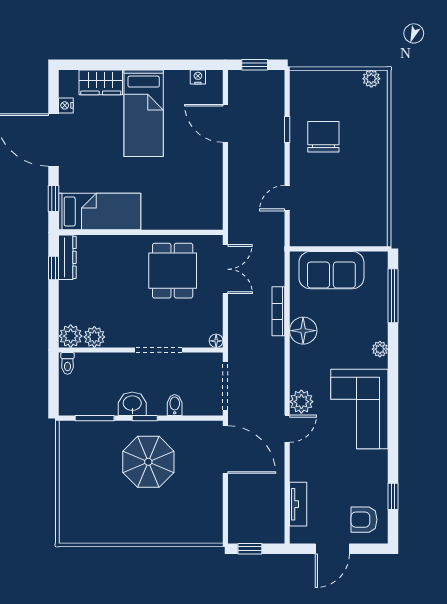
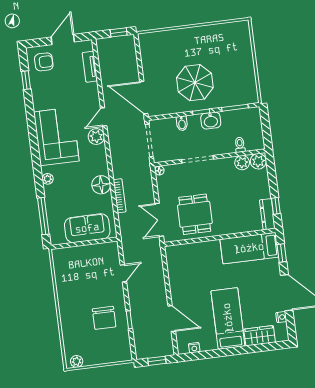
toilet: (67, 363) -> (240, 145), moved

